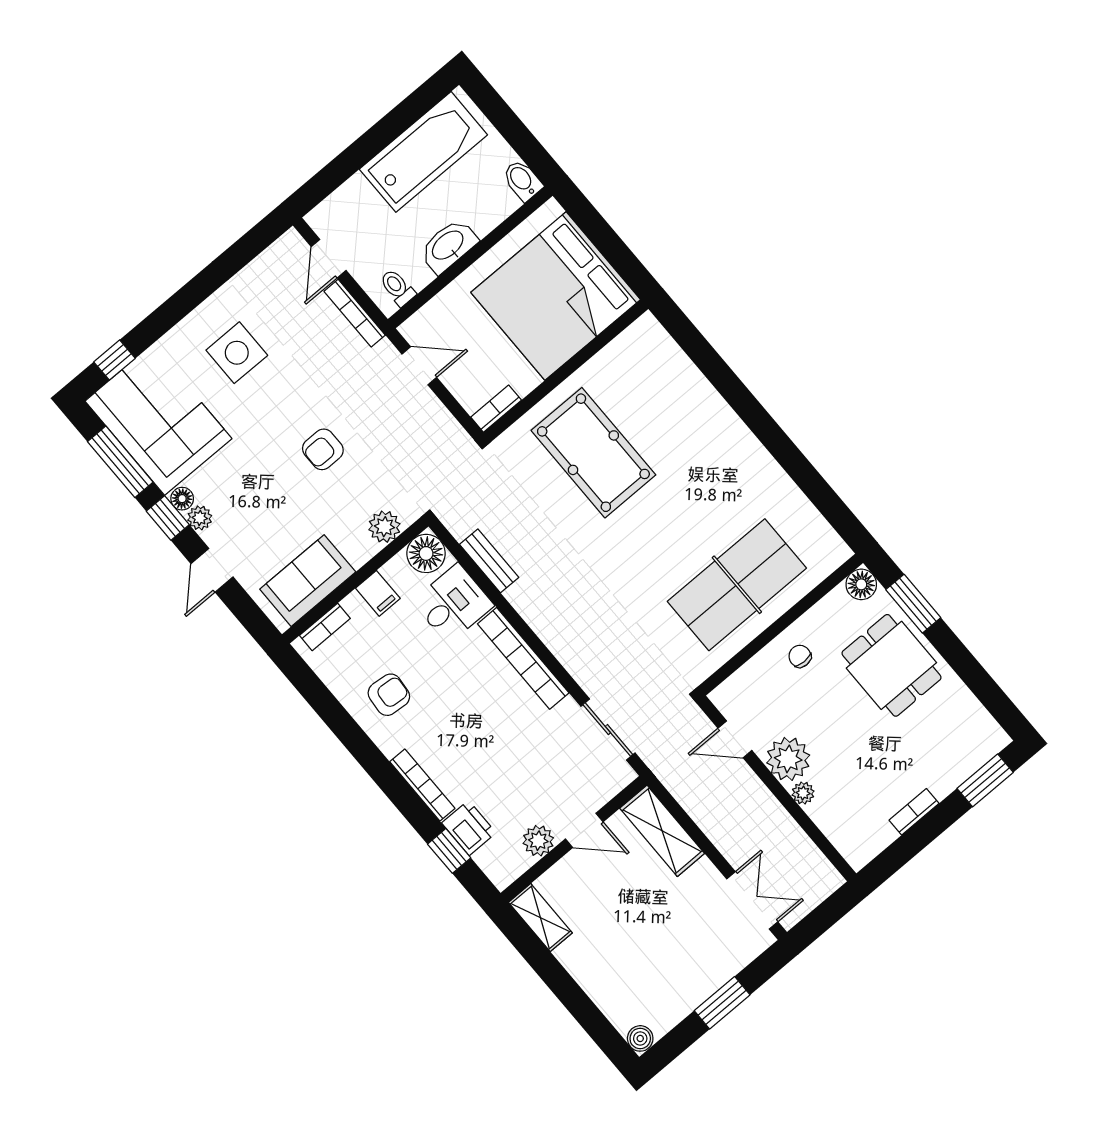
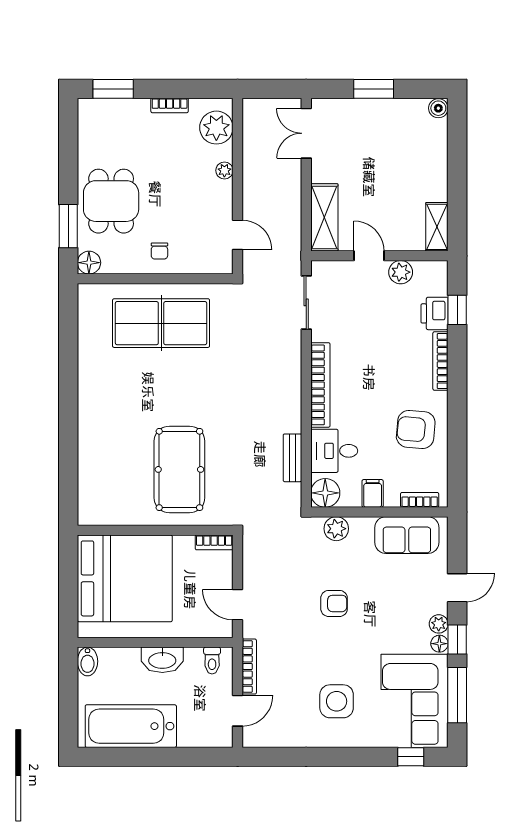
armchair: (389, 695) -> (416, 429), width x1.38, depth x1.38
plant: (788, 759) -> (216, 128), moved

